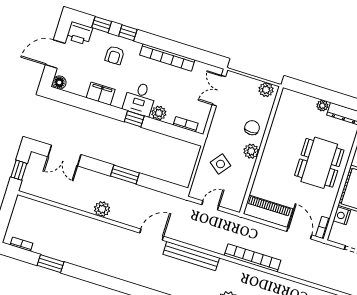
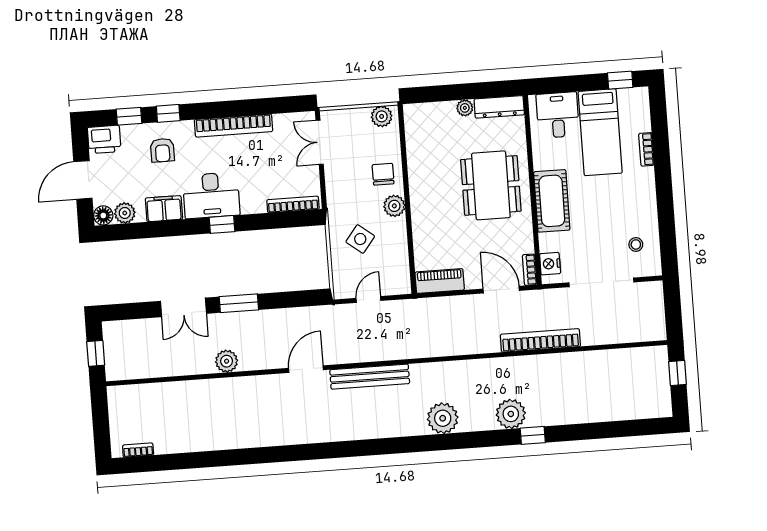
desk: (140, 99) -> (211, 195), width x1.37
plant: (159, 113) -> (125, 213), moved
bookcase: (186, 124) -> (293, 204), width x1.56
double door: (64, 156) -> (183, 307), moved
piano: (268, 211) -> (440, 281), width x0.73, depth x0.75
nightstand: (342, 216) -> (550, 264), moved
bookcase: (253, 258) -> (540, 340), moved
window: (51, 264) -> (187, 461), removed

